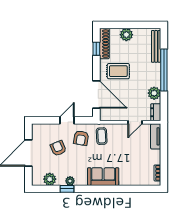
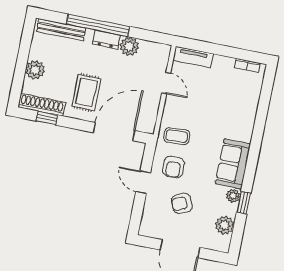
dresser: (156, 112) -> (106, 39), moved
armchair: (81, 138) -> (173, 167), turned 81
sofa: (103, 177) -> (233, 164), moved

